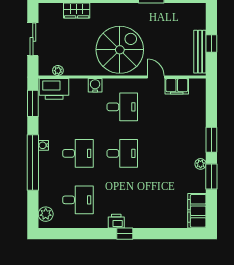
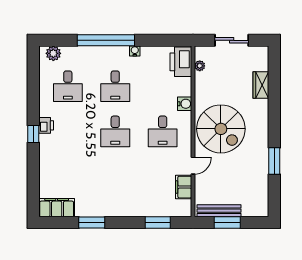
window: (211, 43) -> (227, 222), width x1.50
window: (33, 103) -> (166, 40), removed
window: (211, 140) -> (158, 222), moved
water cooler: (43, 145) -> (135, 51), moved
plant: (201, 164) -> (104, 211), removed

